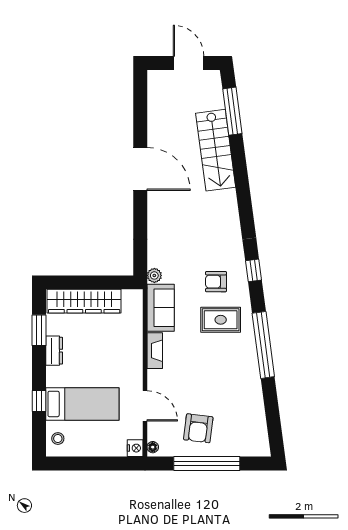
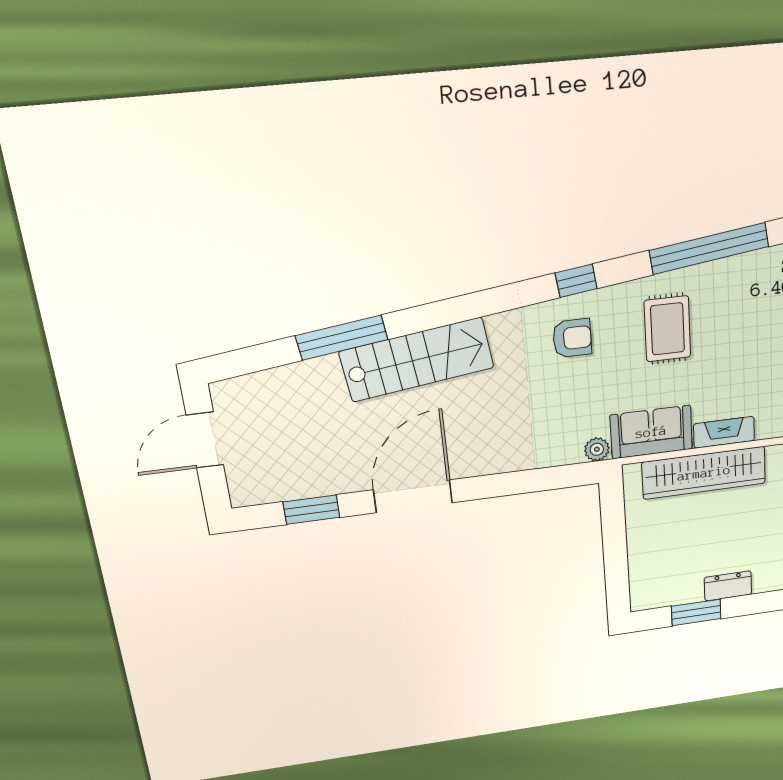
window: (232, 111) -> (342, 338), moved
window: (140, 112) -> (311, 510), added
stairs: (216, 150) -> (417, 360), moved
armchair: (216, 282) -> (572, 338), moved, turned -90
wardrobe: (84, 301) -> (704, 473), moved, turned 90

